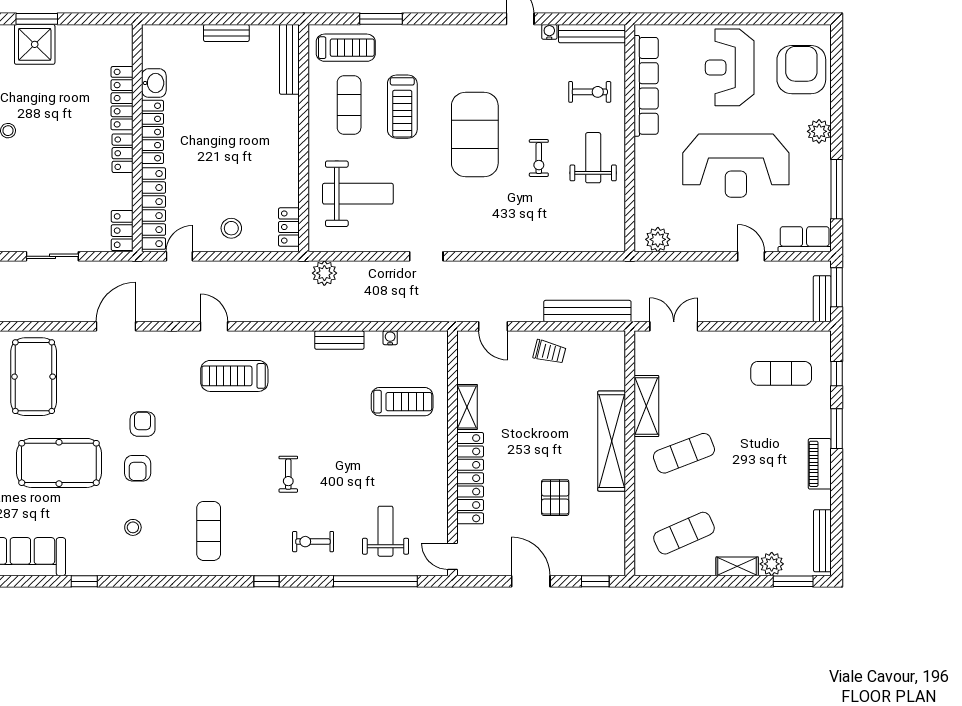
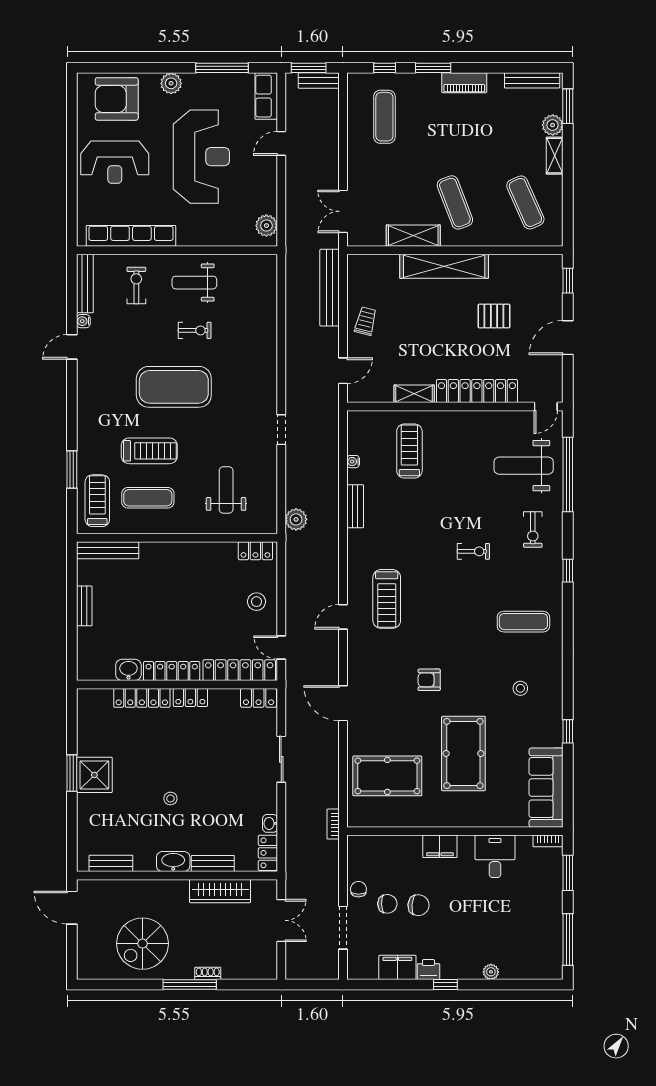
weight bench: (358, 194) -> (226, 490), width x0.73, depth x0.75
armchair: (138, 468) -> (468, 684), removed
weight bench: (385, 531) -> (524, 466), width x1.36, depth x1.33

